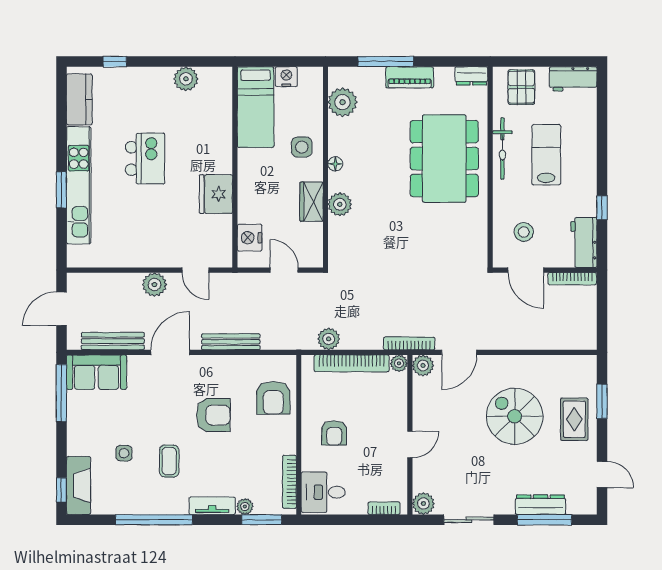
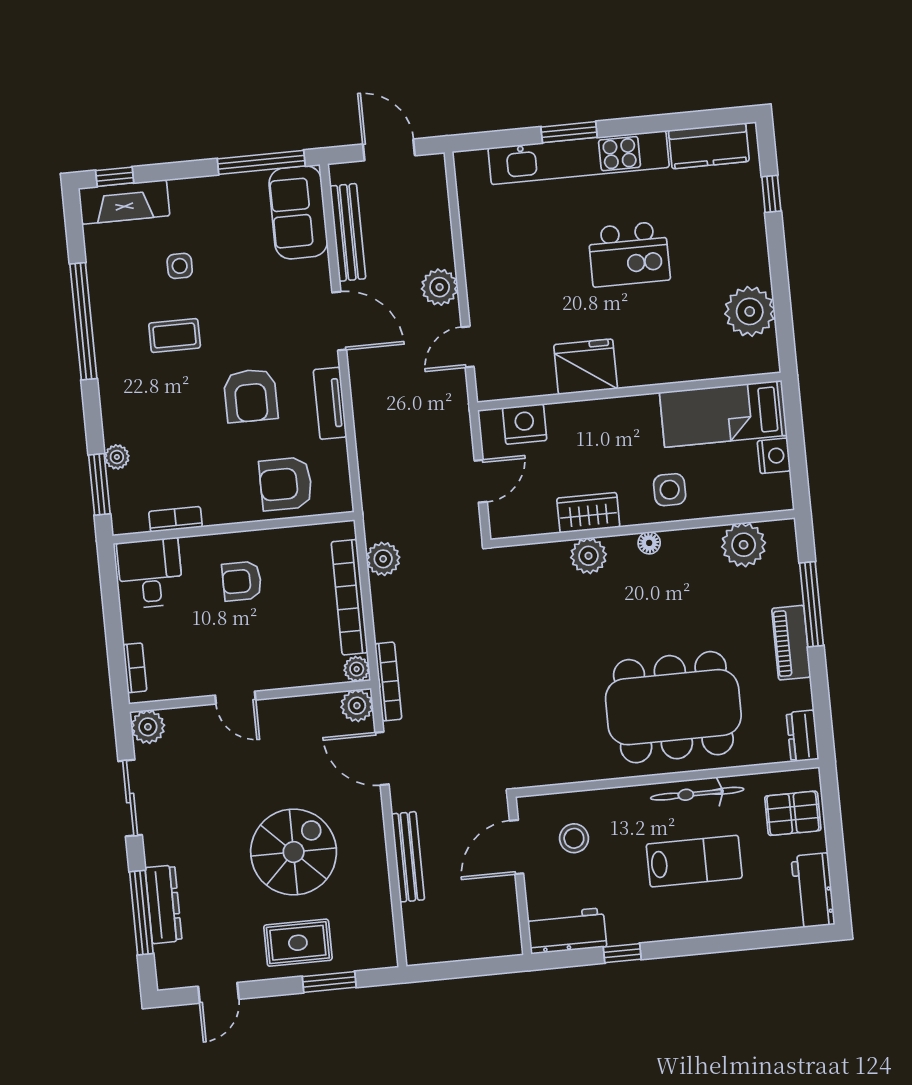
plant: (186, 79) -> (750, 311), width x1.36, depth x1.36
bookcase: (572, 279) -> (510, 919), removed
bench: (231, 342) -> (408, 857), moved
bookcase: (289, 482) -> (175, 519), width x0.64
tv unit: (212, 506) -> (330, 403), moved, turned 180

